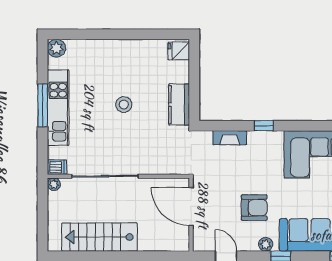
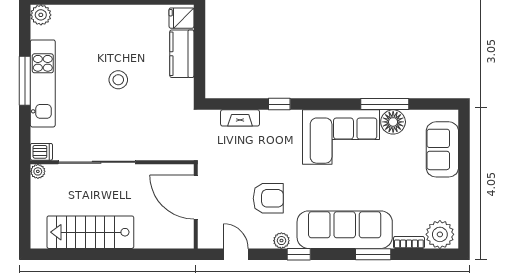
kitchen counter: (179, 105) -> (182, 54), moved

